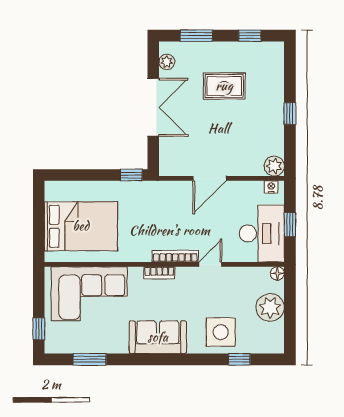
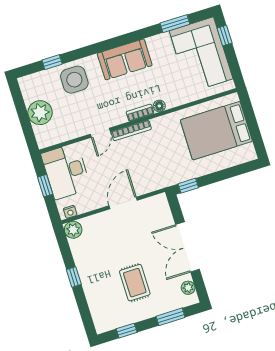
rug: (224, 86) -> (135, 283), turned 90
floor lamp: (277, 273) -> (159, 106), moved
corner sofa: (89, 294) -> (201, 55), moved, turned -90

